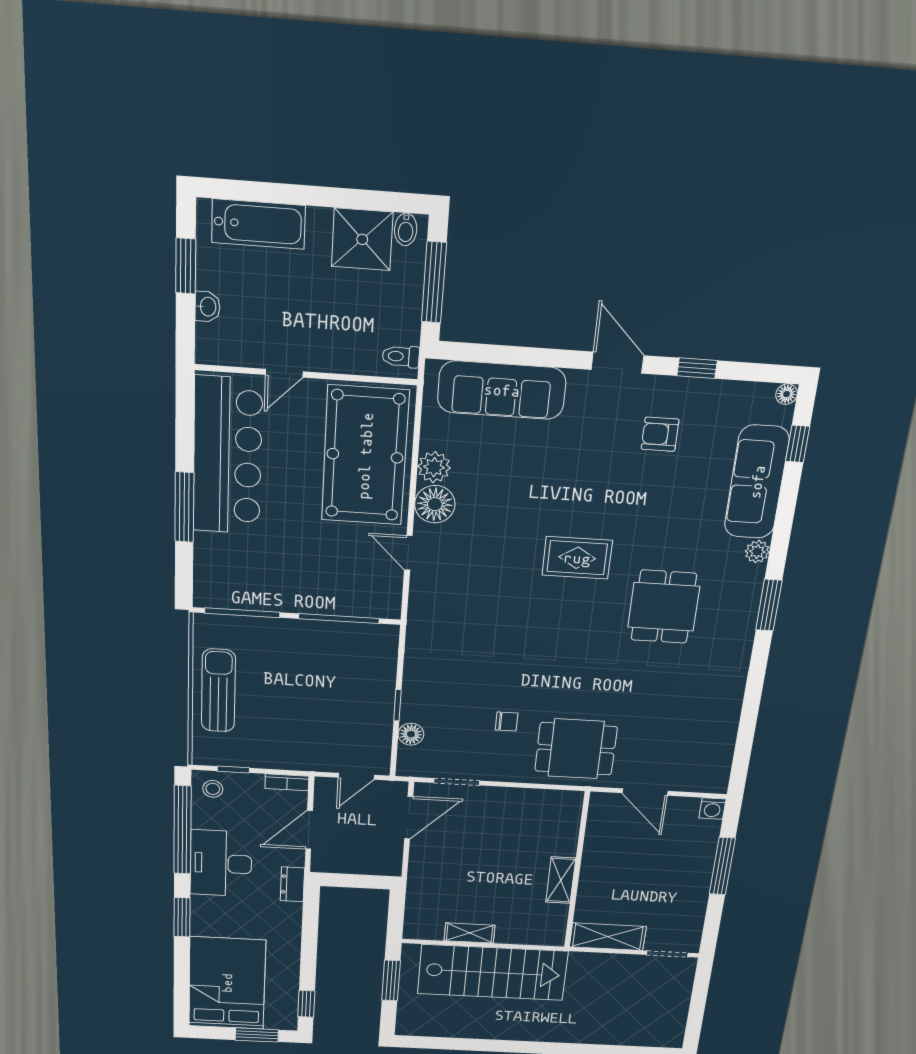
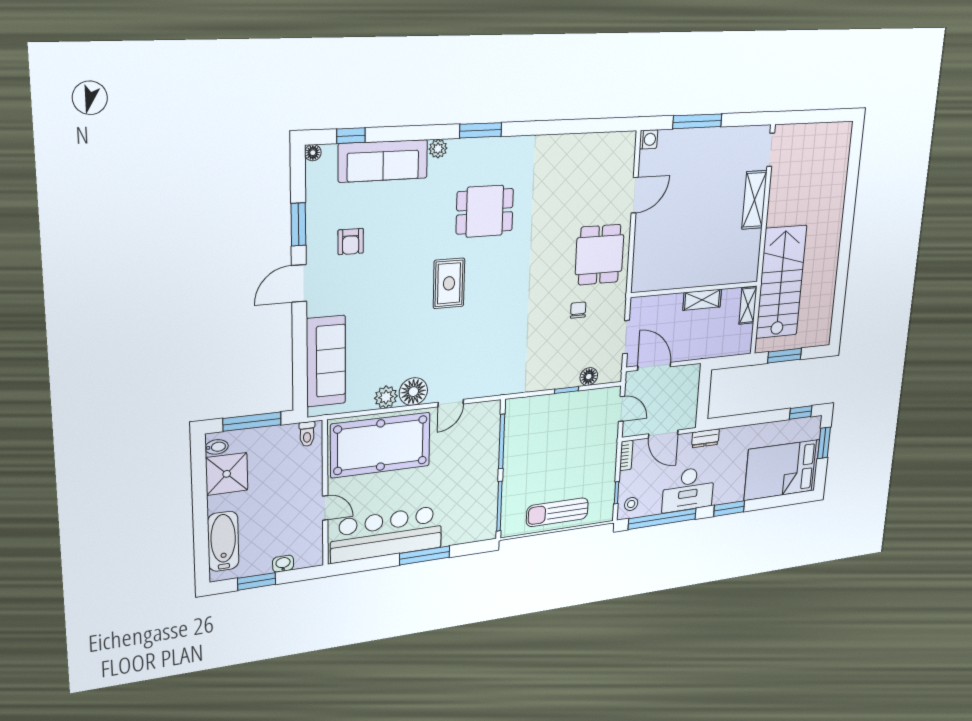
window: (697, 368) -> (298, 224), width x1.50
wall: (577, 871) -> (695, 289), moved
shelving: (561, 880) -> (702, 300), moved

